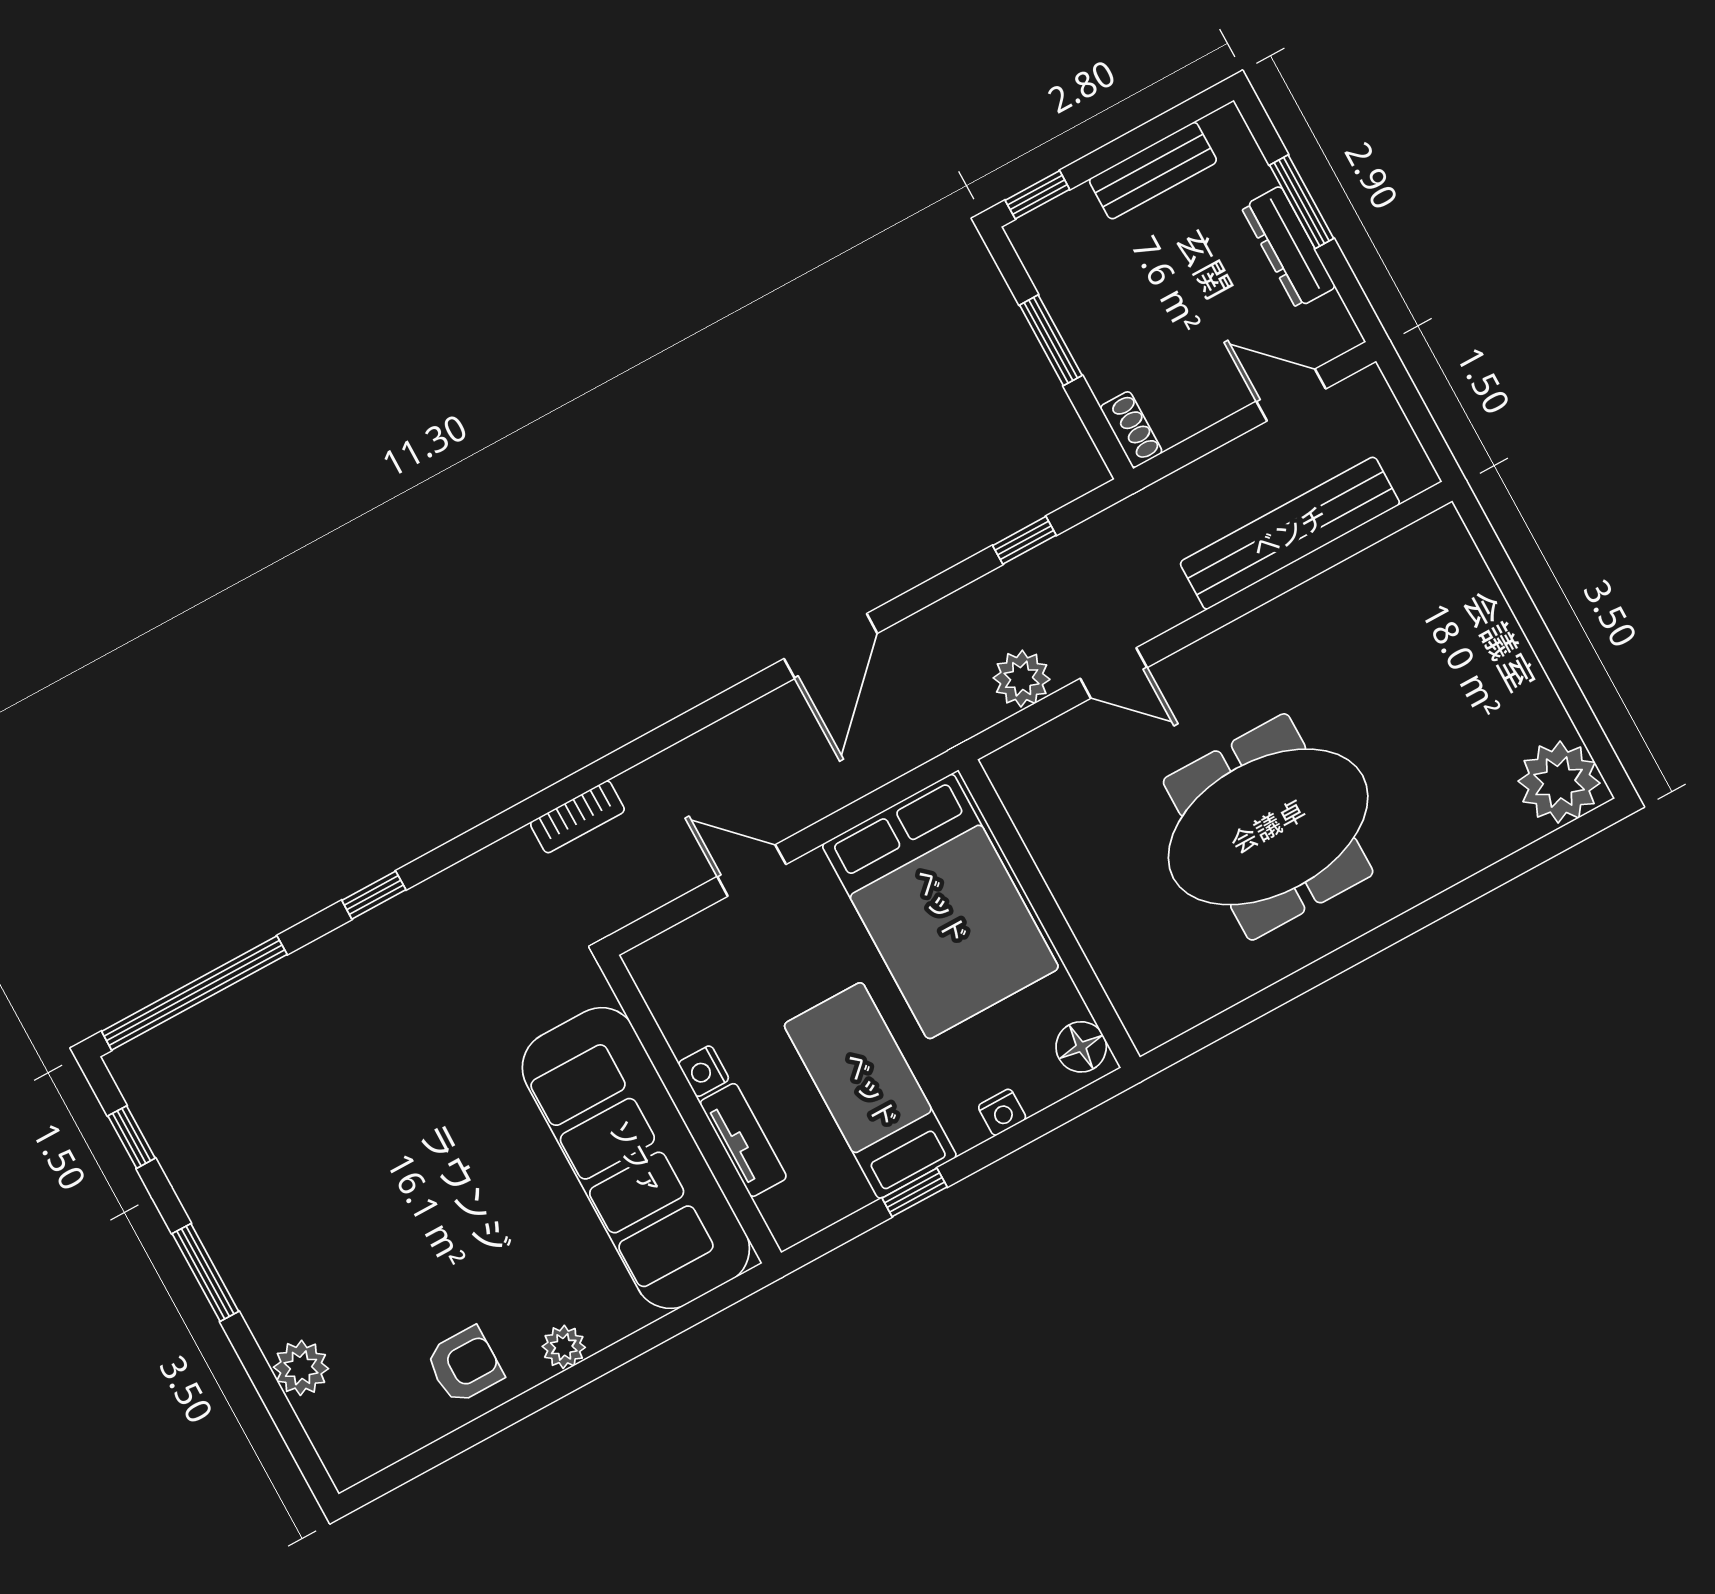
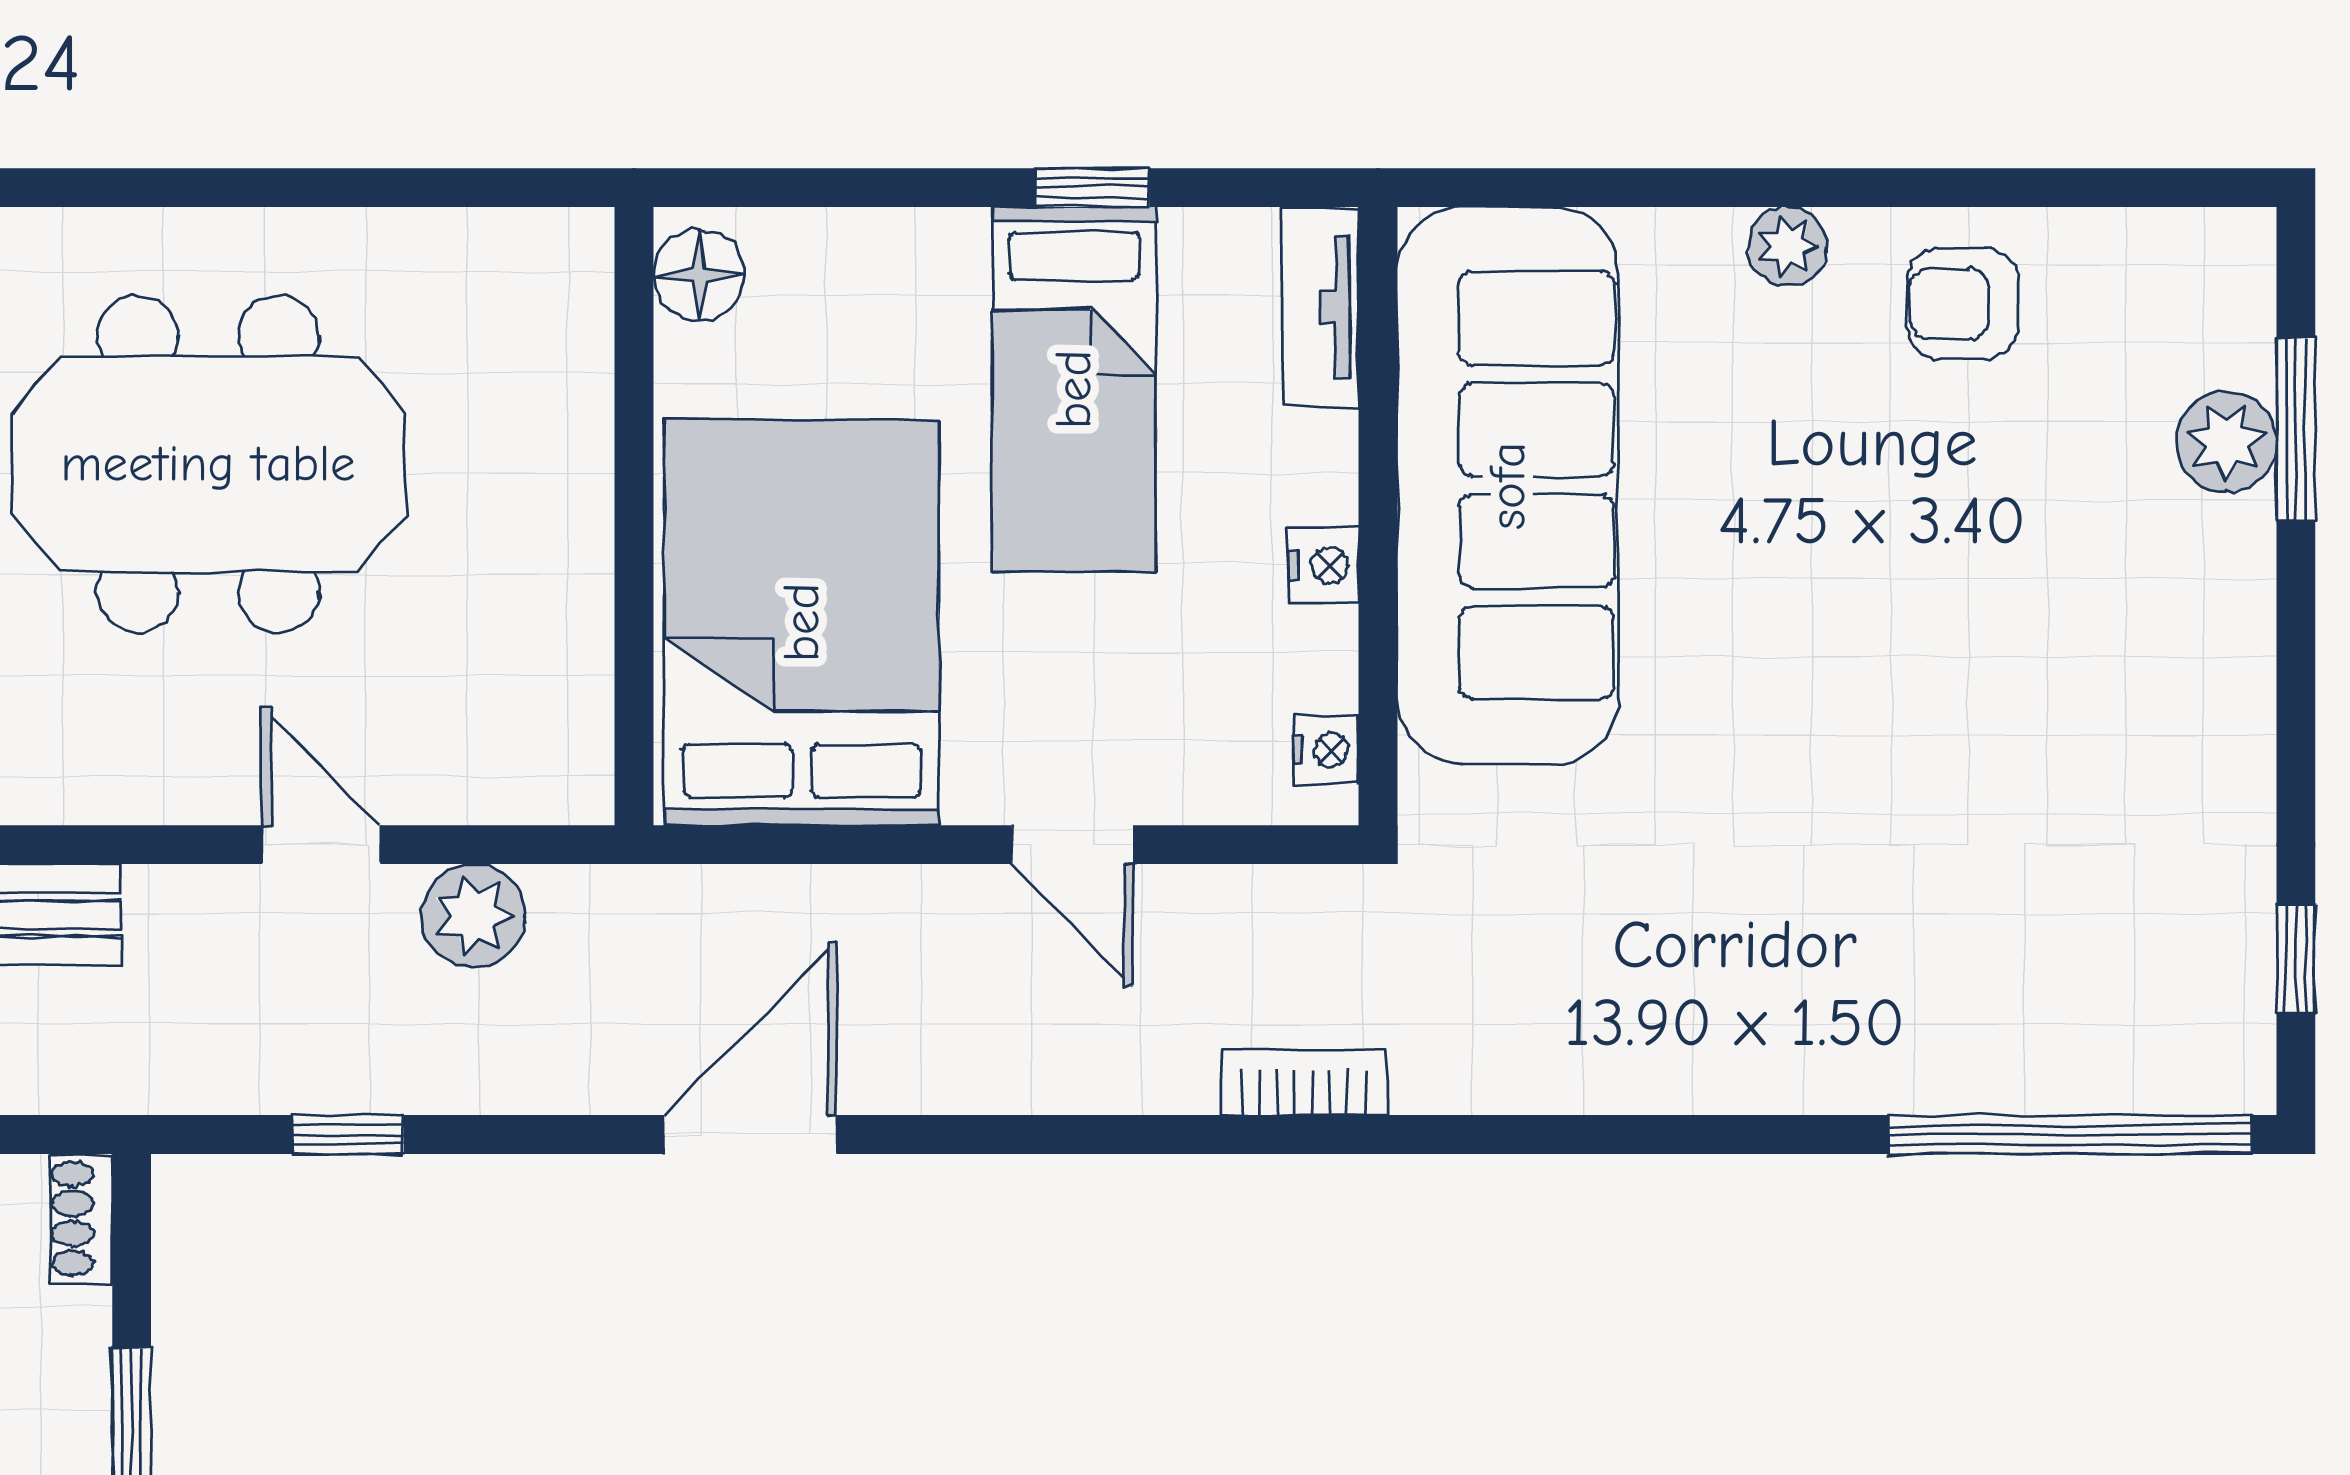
window: (374, 895) -> (1698, 1134), removed
nightstand: (1002, 1112) -> (1326, 750), moved, turned 90
tv unit: (743, 1140) -> (1321, 307), moved
window: (205, 1272) -> (2296, 429), moved

